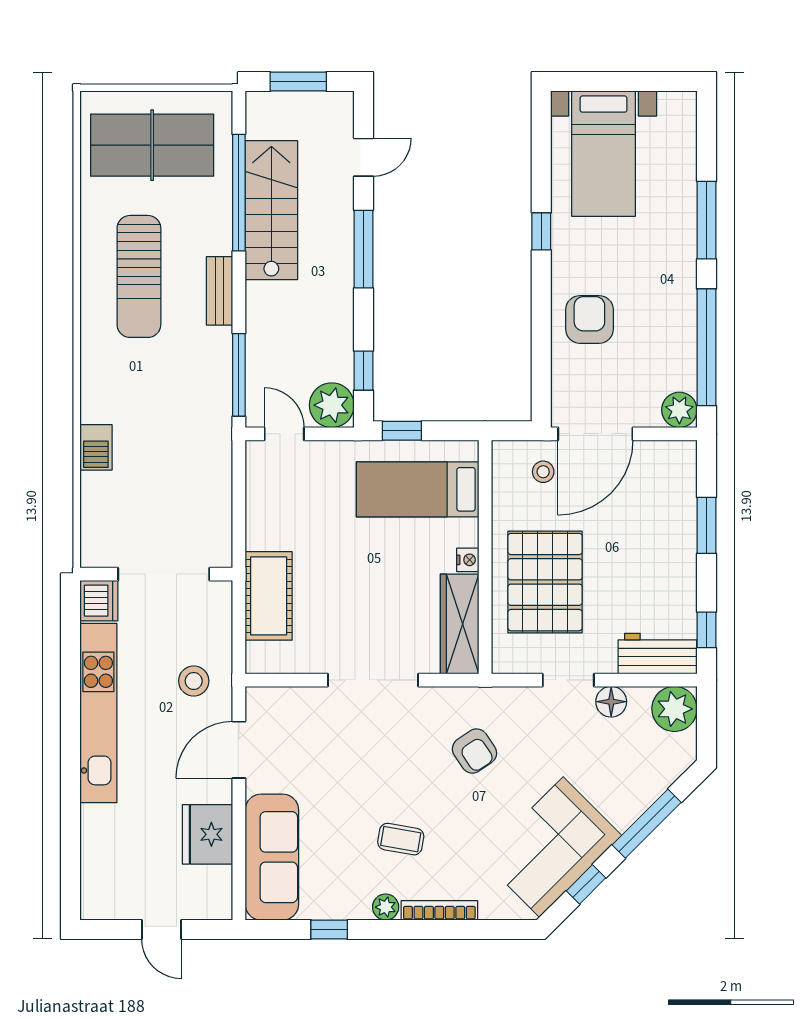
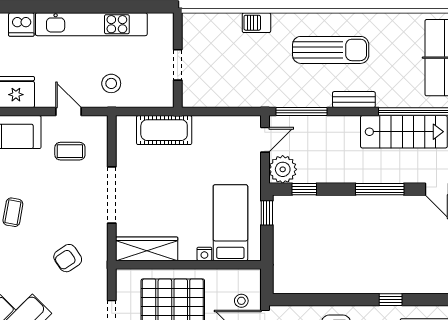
sun lounger: (139, 276) -> (331, 50), moved, turned 180
nightstand: (468, 560) -> (204, 254), moved
doorway: (164, 574) -> (178, 65), width x0.53
dishwasher: (99, 601) -> (21, 25), moved
coffee table: (302, 747) -> (70, 151), added
door: (239, 750) -> (68, 112), width x0.73

